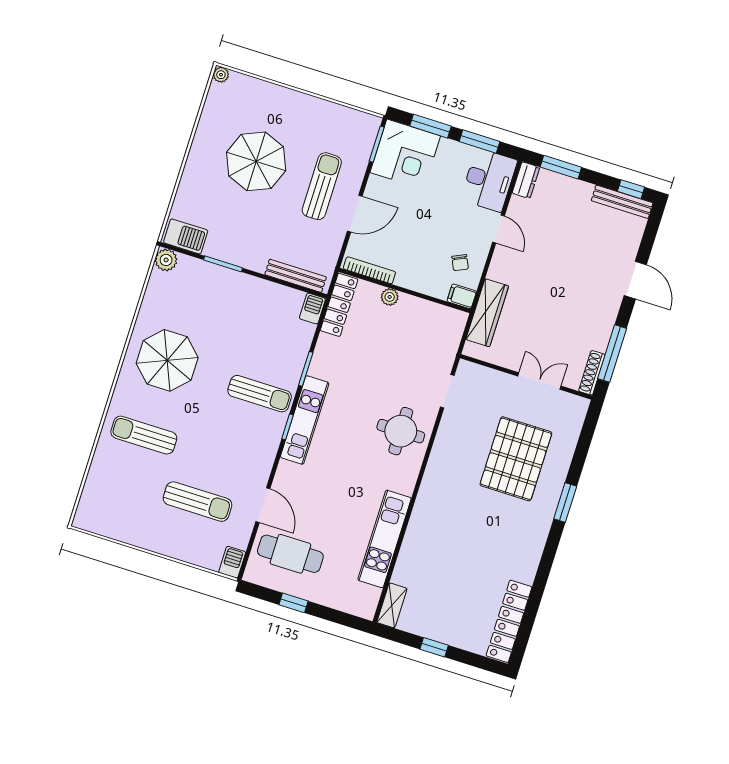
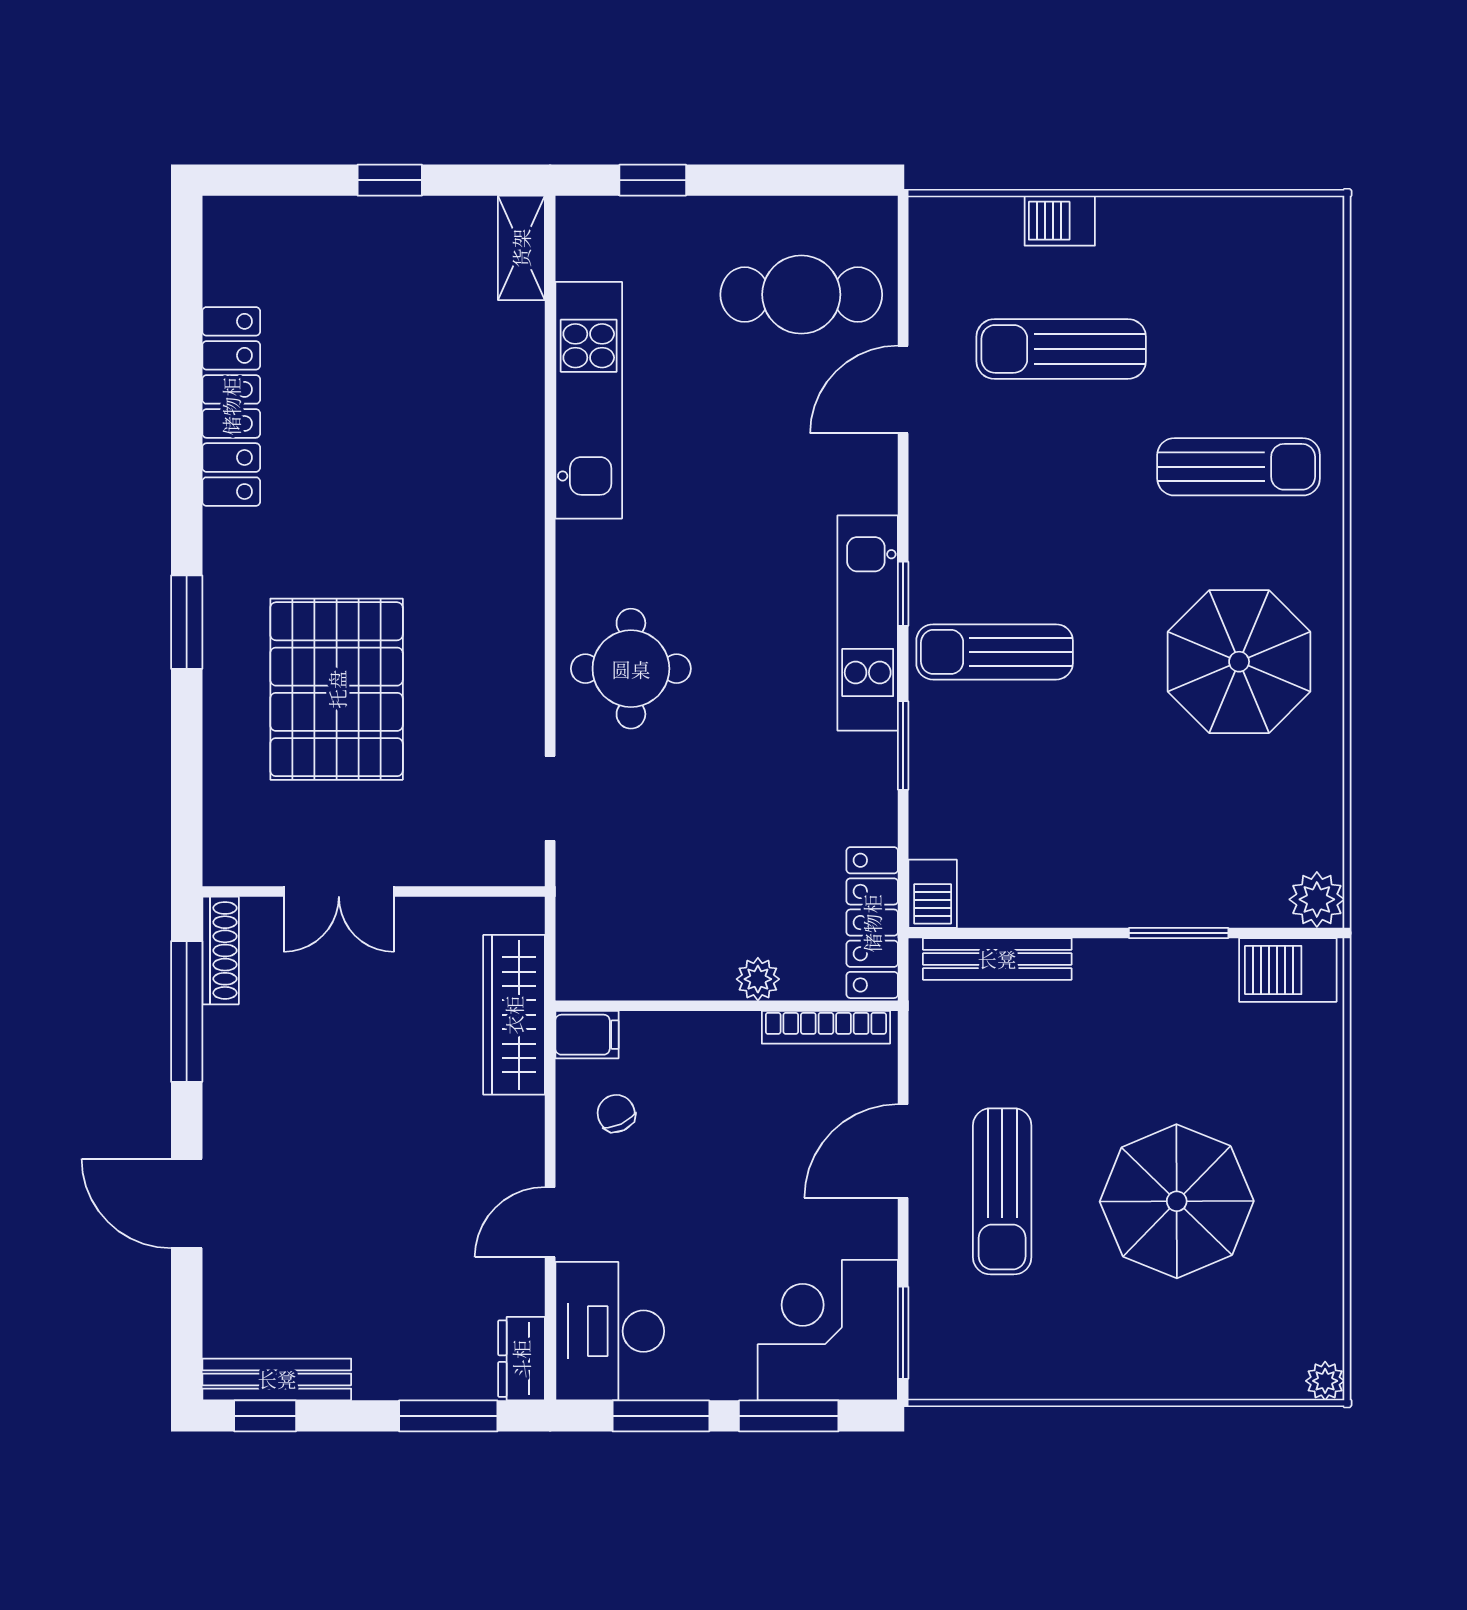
door: (498, 229) -> (550, 1222), hinge flipped
door: (263, 505) -> (903, 389), hinge flipped
barbecue: (232, 562) -> (1060, 221), moved, turned 90
window: (294, 603) -> (653, 180), moved
locker: (509, 621) -> (231, 406), moved

